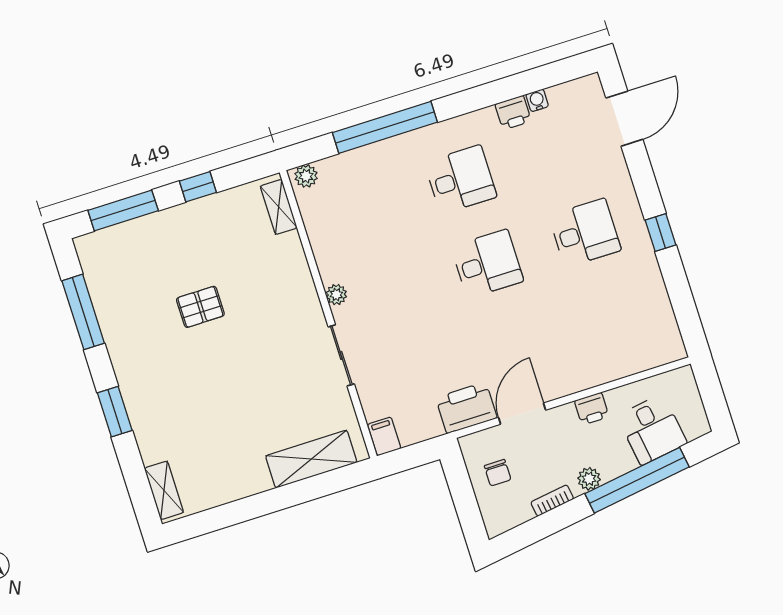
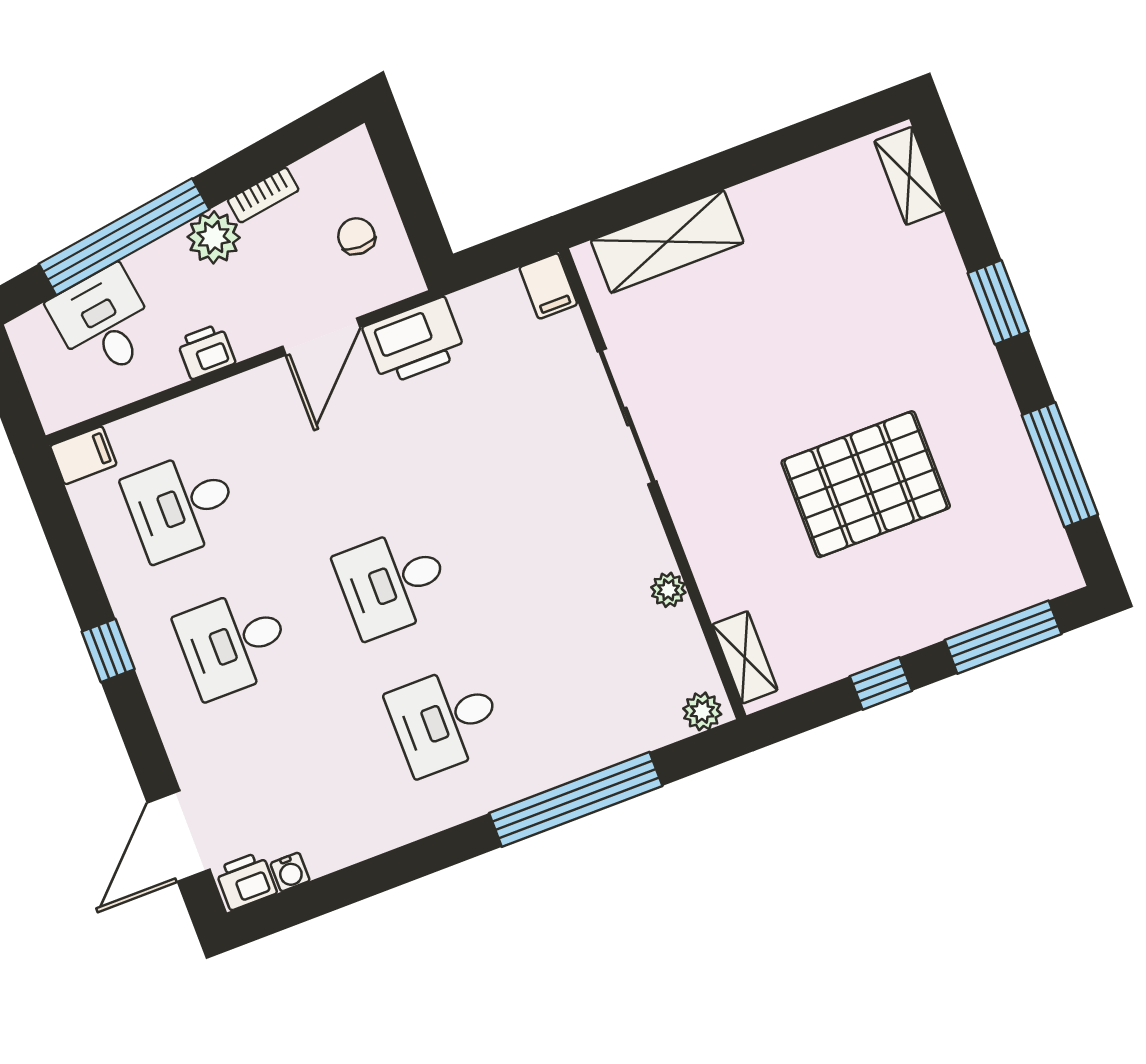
water cooler: (537, 100) -> (290, 872), moved
printer: (513, 113) -> (246, 881), moved
plant: (336, 295) -> (668, 590), moved
pallet: (200, 307) -> (866, 484), width x2.05, depth x2.00
desk: (612, 317) -> (181, 505), added
filing cabinet: (669, 350) -> (83, 455), added
sliding door: (341, 355) -> (627, 417), width x1.37
plant: (589, 479) -> (214, 237), width x1.38, depth x1.38

